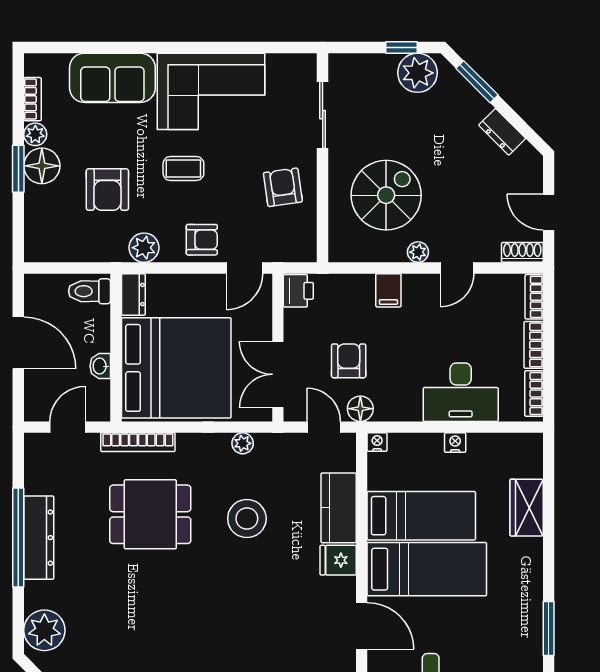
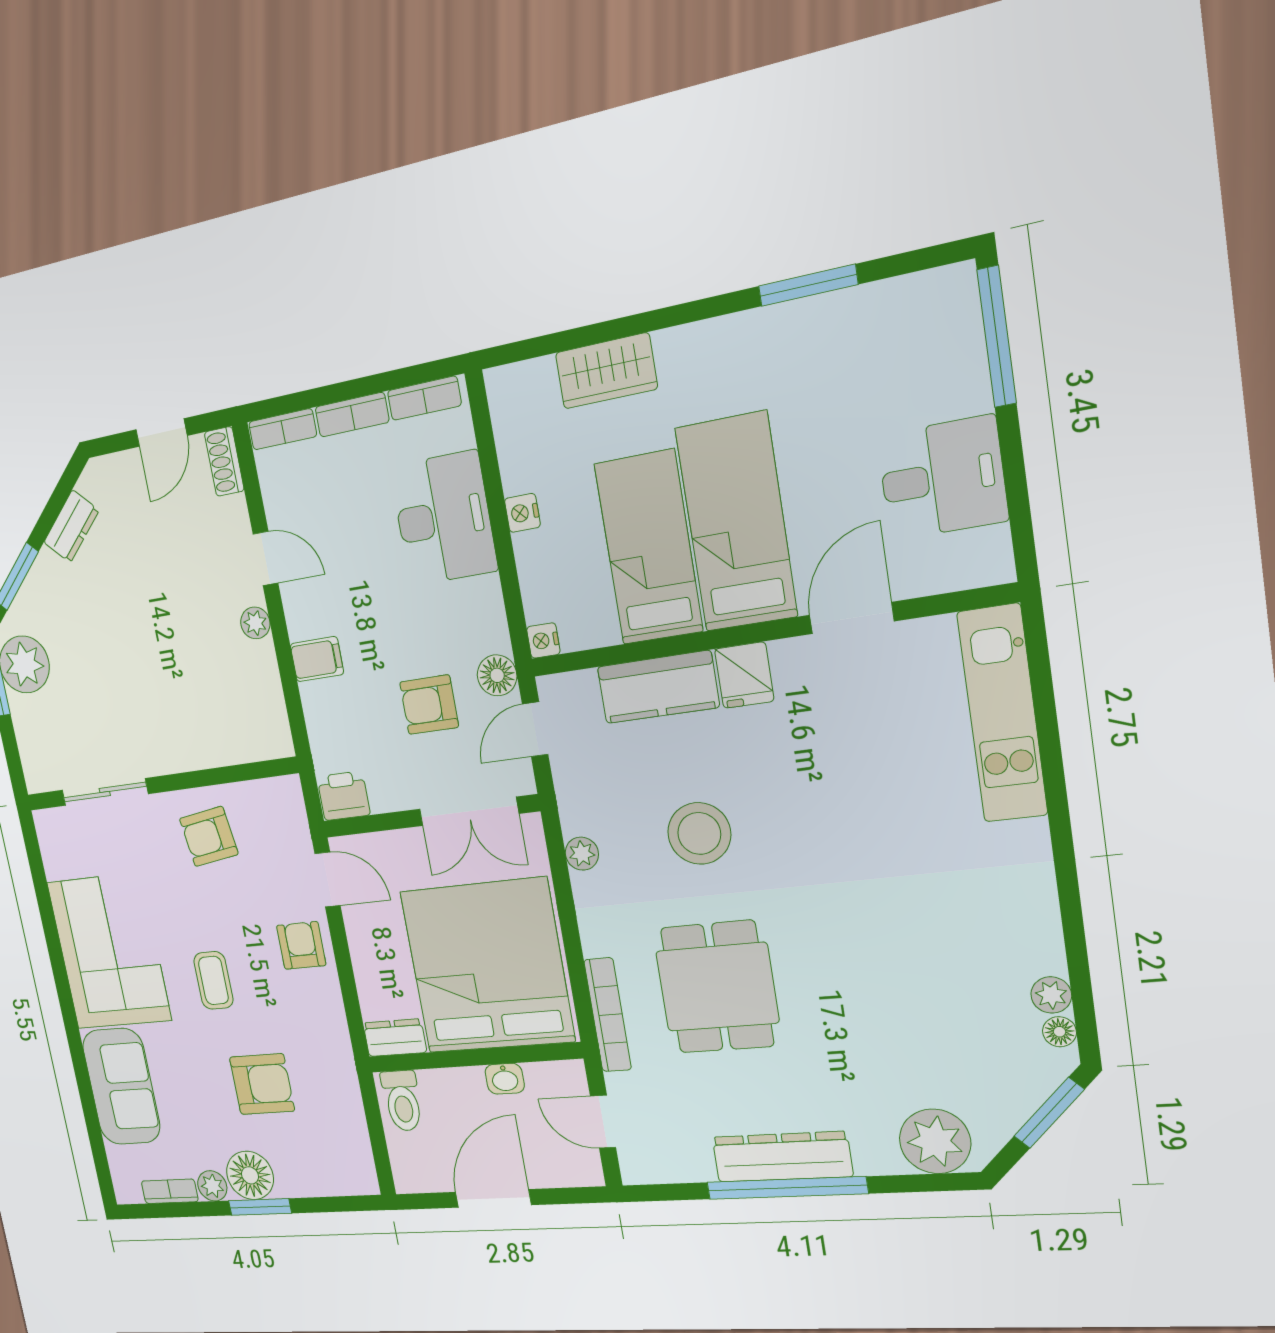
spiral stairs: (386, 195) -> (189, 684), removed
plant: (144, 248) -> (328, 1027), removed

